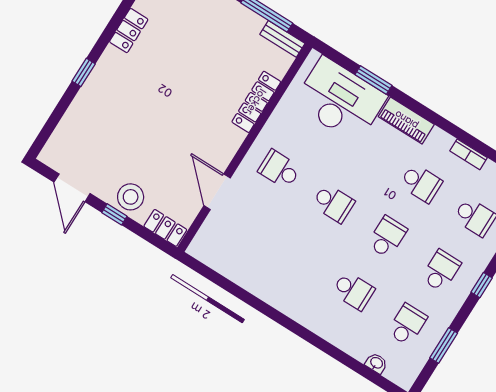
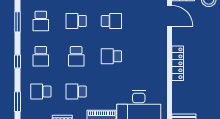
locker: (256, 102) -> (178, 63), moved
school desk: (279, 169) -> (111, 21), moved
door: (217, 192) -> (169, 16), moved

